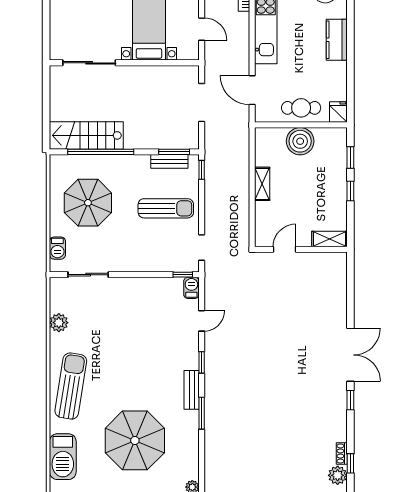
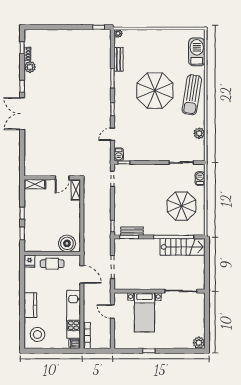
boiler: (300, 141) -> (67, 243), moved
shelving: (262, 184) -> (76, 190), moved
sun lounger: (166, 208) -> (134, 203), removed
bench: (192, 390) -> (119, 59), moved
parasol: (135, 440) -> (155, 91), moved
plant: (338, 475) -> (30, 67), moved

